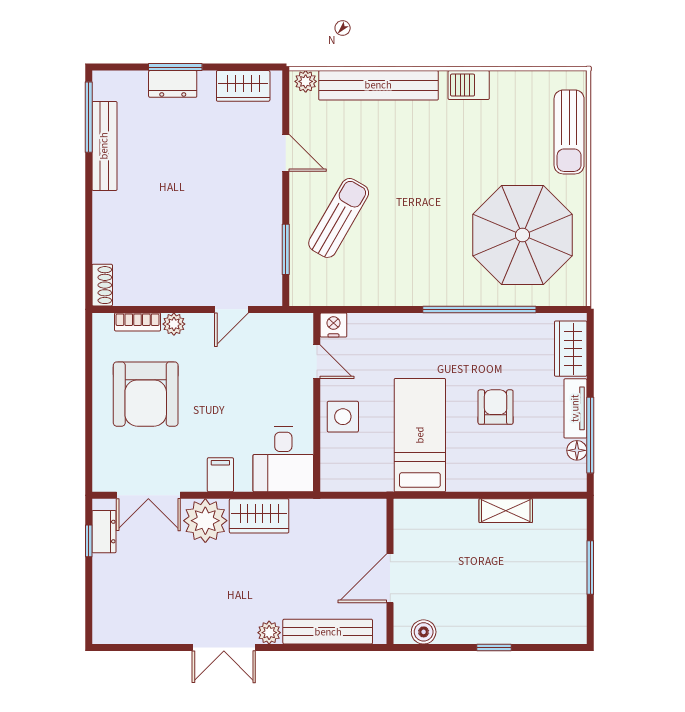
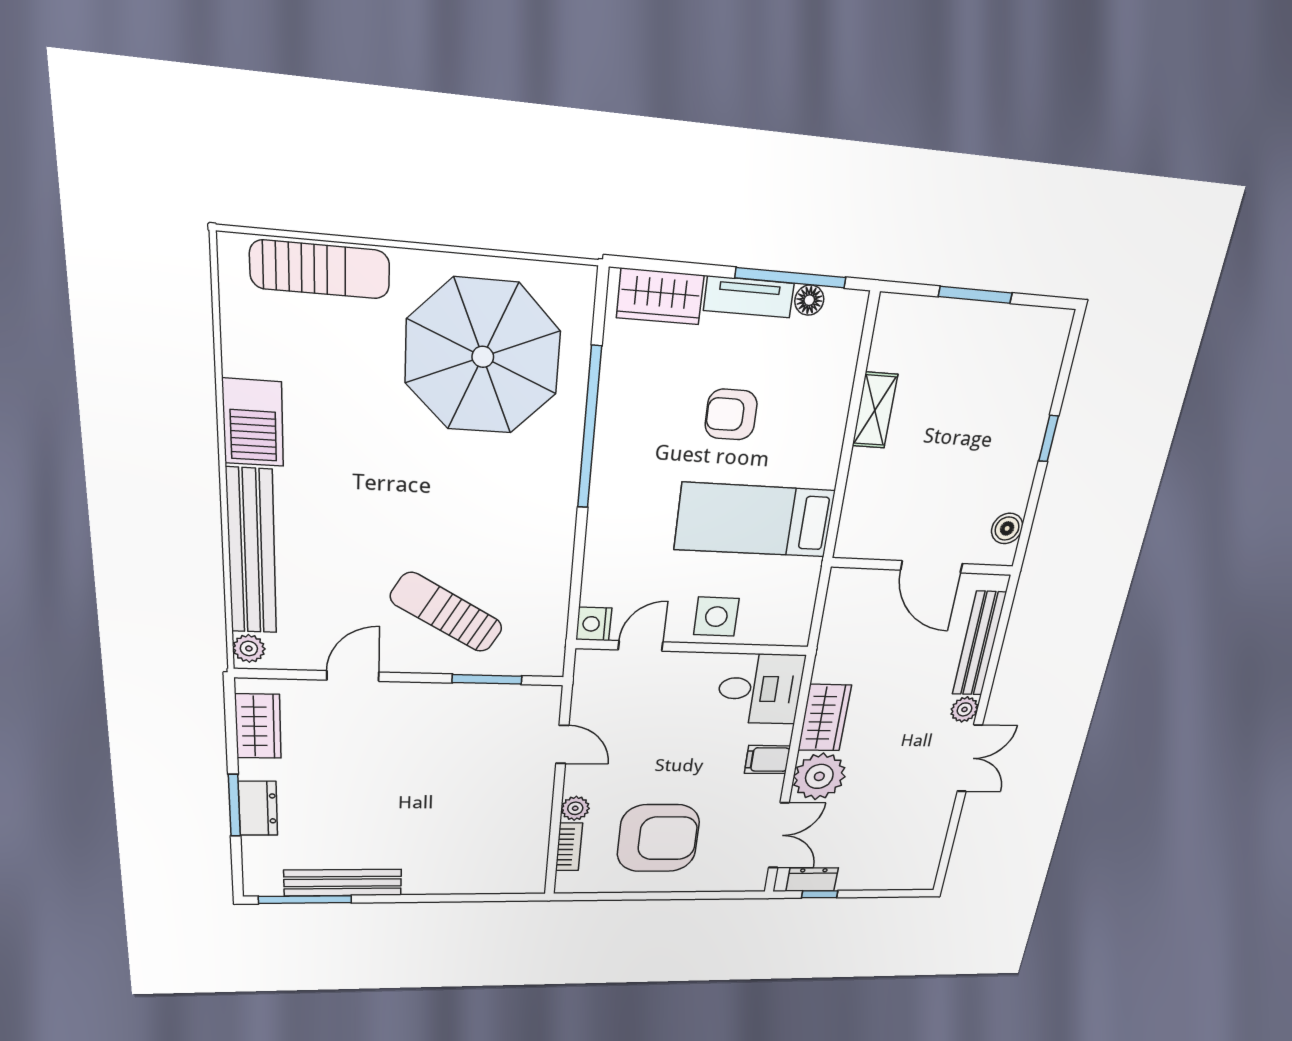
barbecue: (469, 85) -> (253, 423), width x1.38, depth x1.27
shoe rack: (102, 285) -> (520, 884), removed

